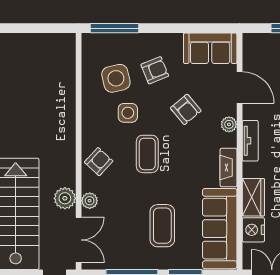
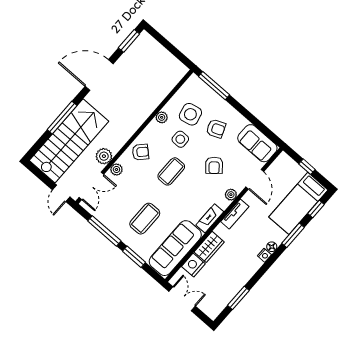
plant: (89, 107) -> (162, 117), added

